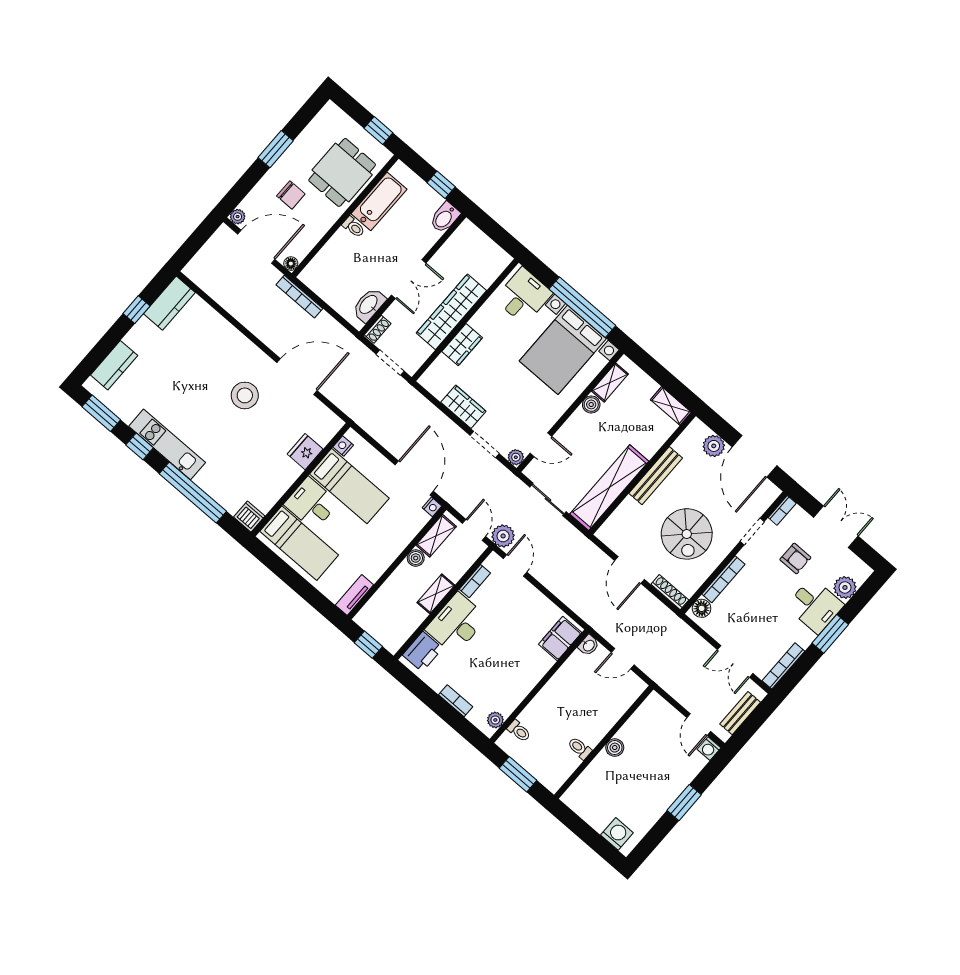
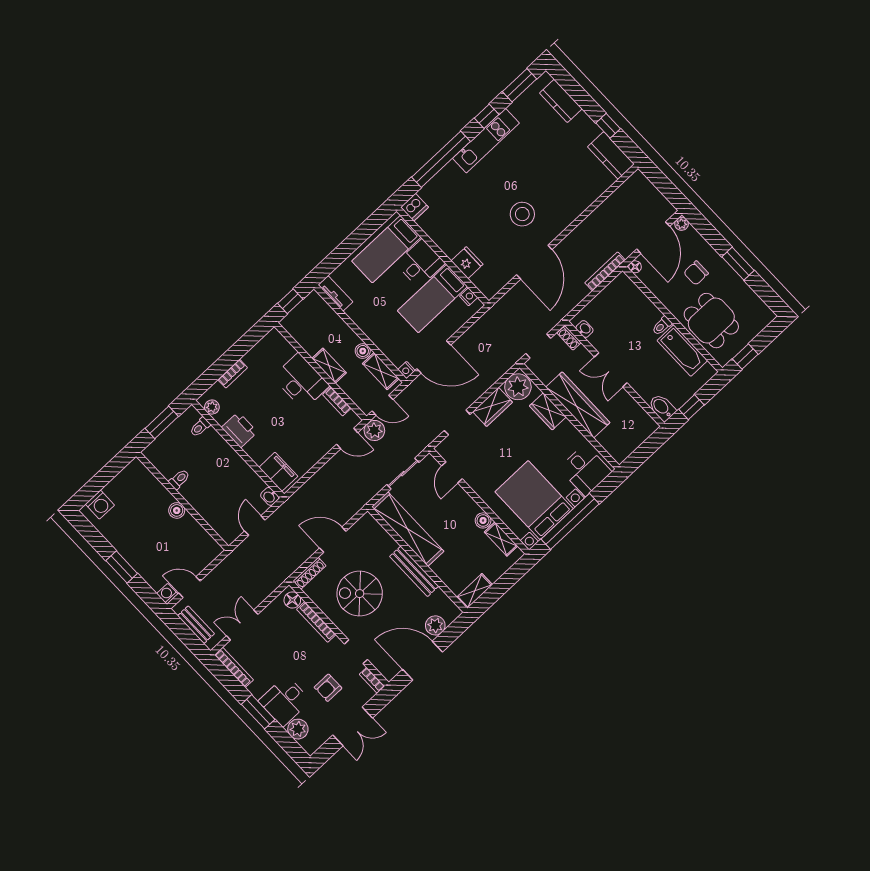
washbasin: (369, 305) -> (585, 329), width x0.52, depth x0.69
plant: (516, 457) -> (518, 387), moved, width x1.88, depth x1.88
printer: (422, 652) -> (239, 430), moved, turned 180

